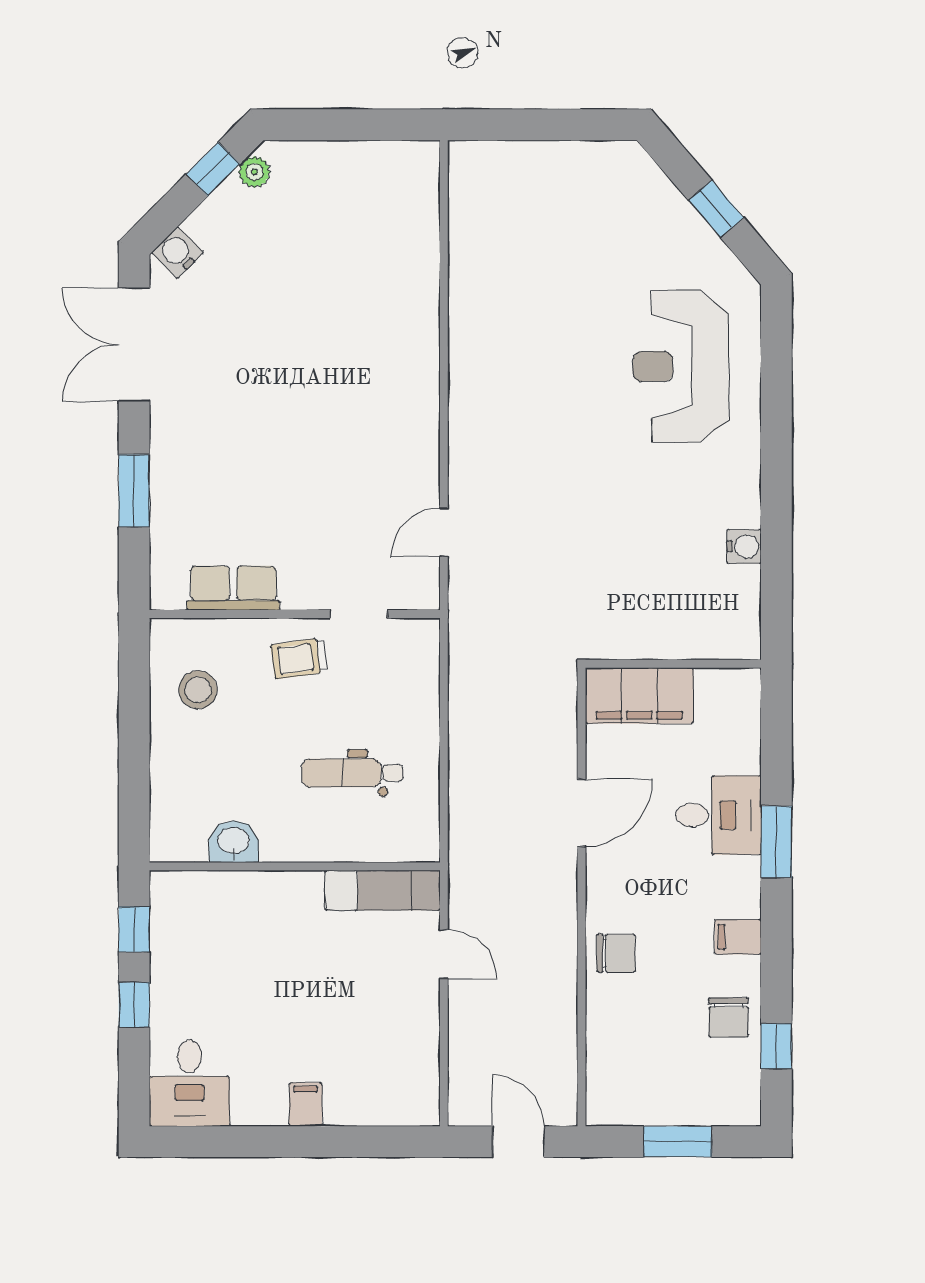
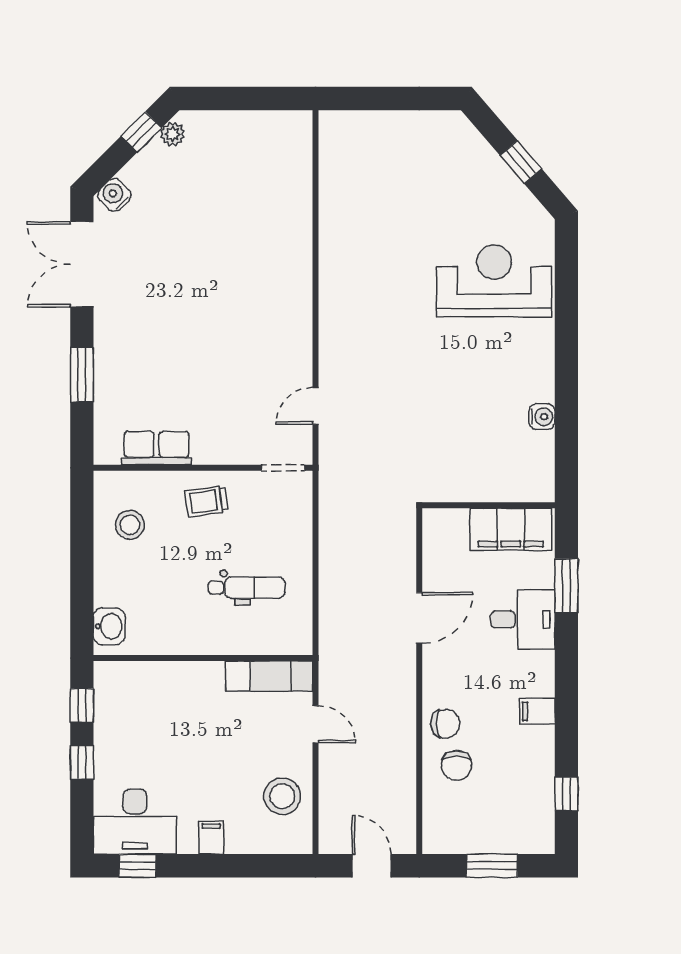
reception desk: (681, 366) -> (494, 281), turned 90
doorway: (359, 614) -> (283, 468), moved
filing cabinet: (639, 696) -> (511, 529), moved
dental chair: (352, 773) -> (246, 588), turned 180
washbasin: (234, 842) -> (109, 626), moved, turned 90
window: (776, 842) -> (566, 586), moved
chair: (729, 1017) -> (456, 765), moved
stool: (400, 1049) -> (282, 796), added
desk: (190, 1083) -> (135, 822), width x1.37
window: (208, 1142) -> (137, 866), added

